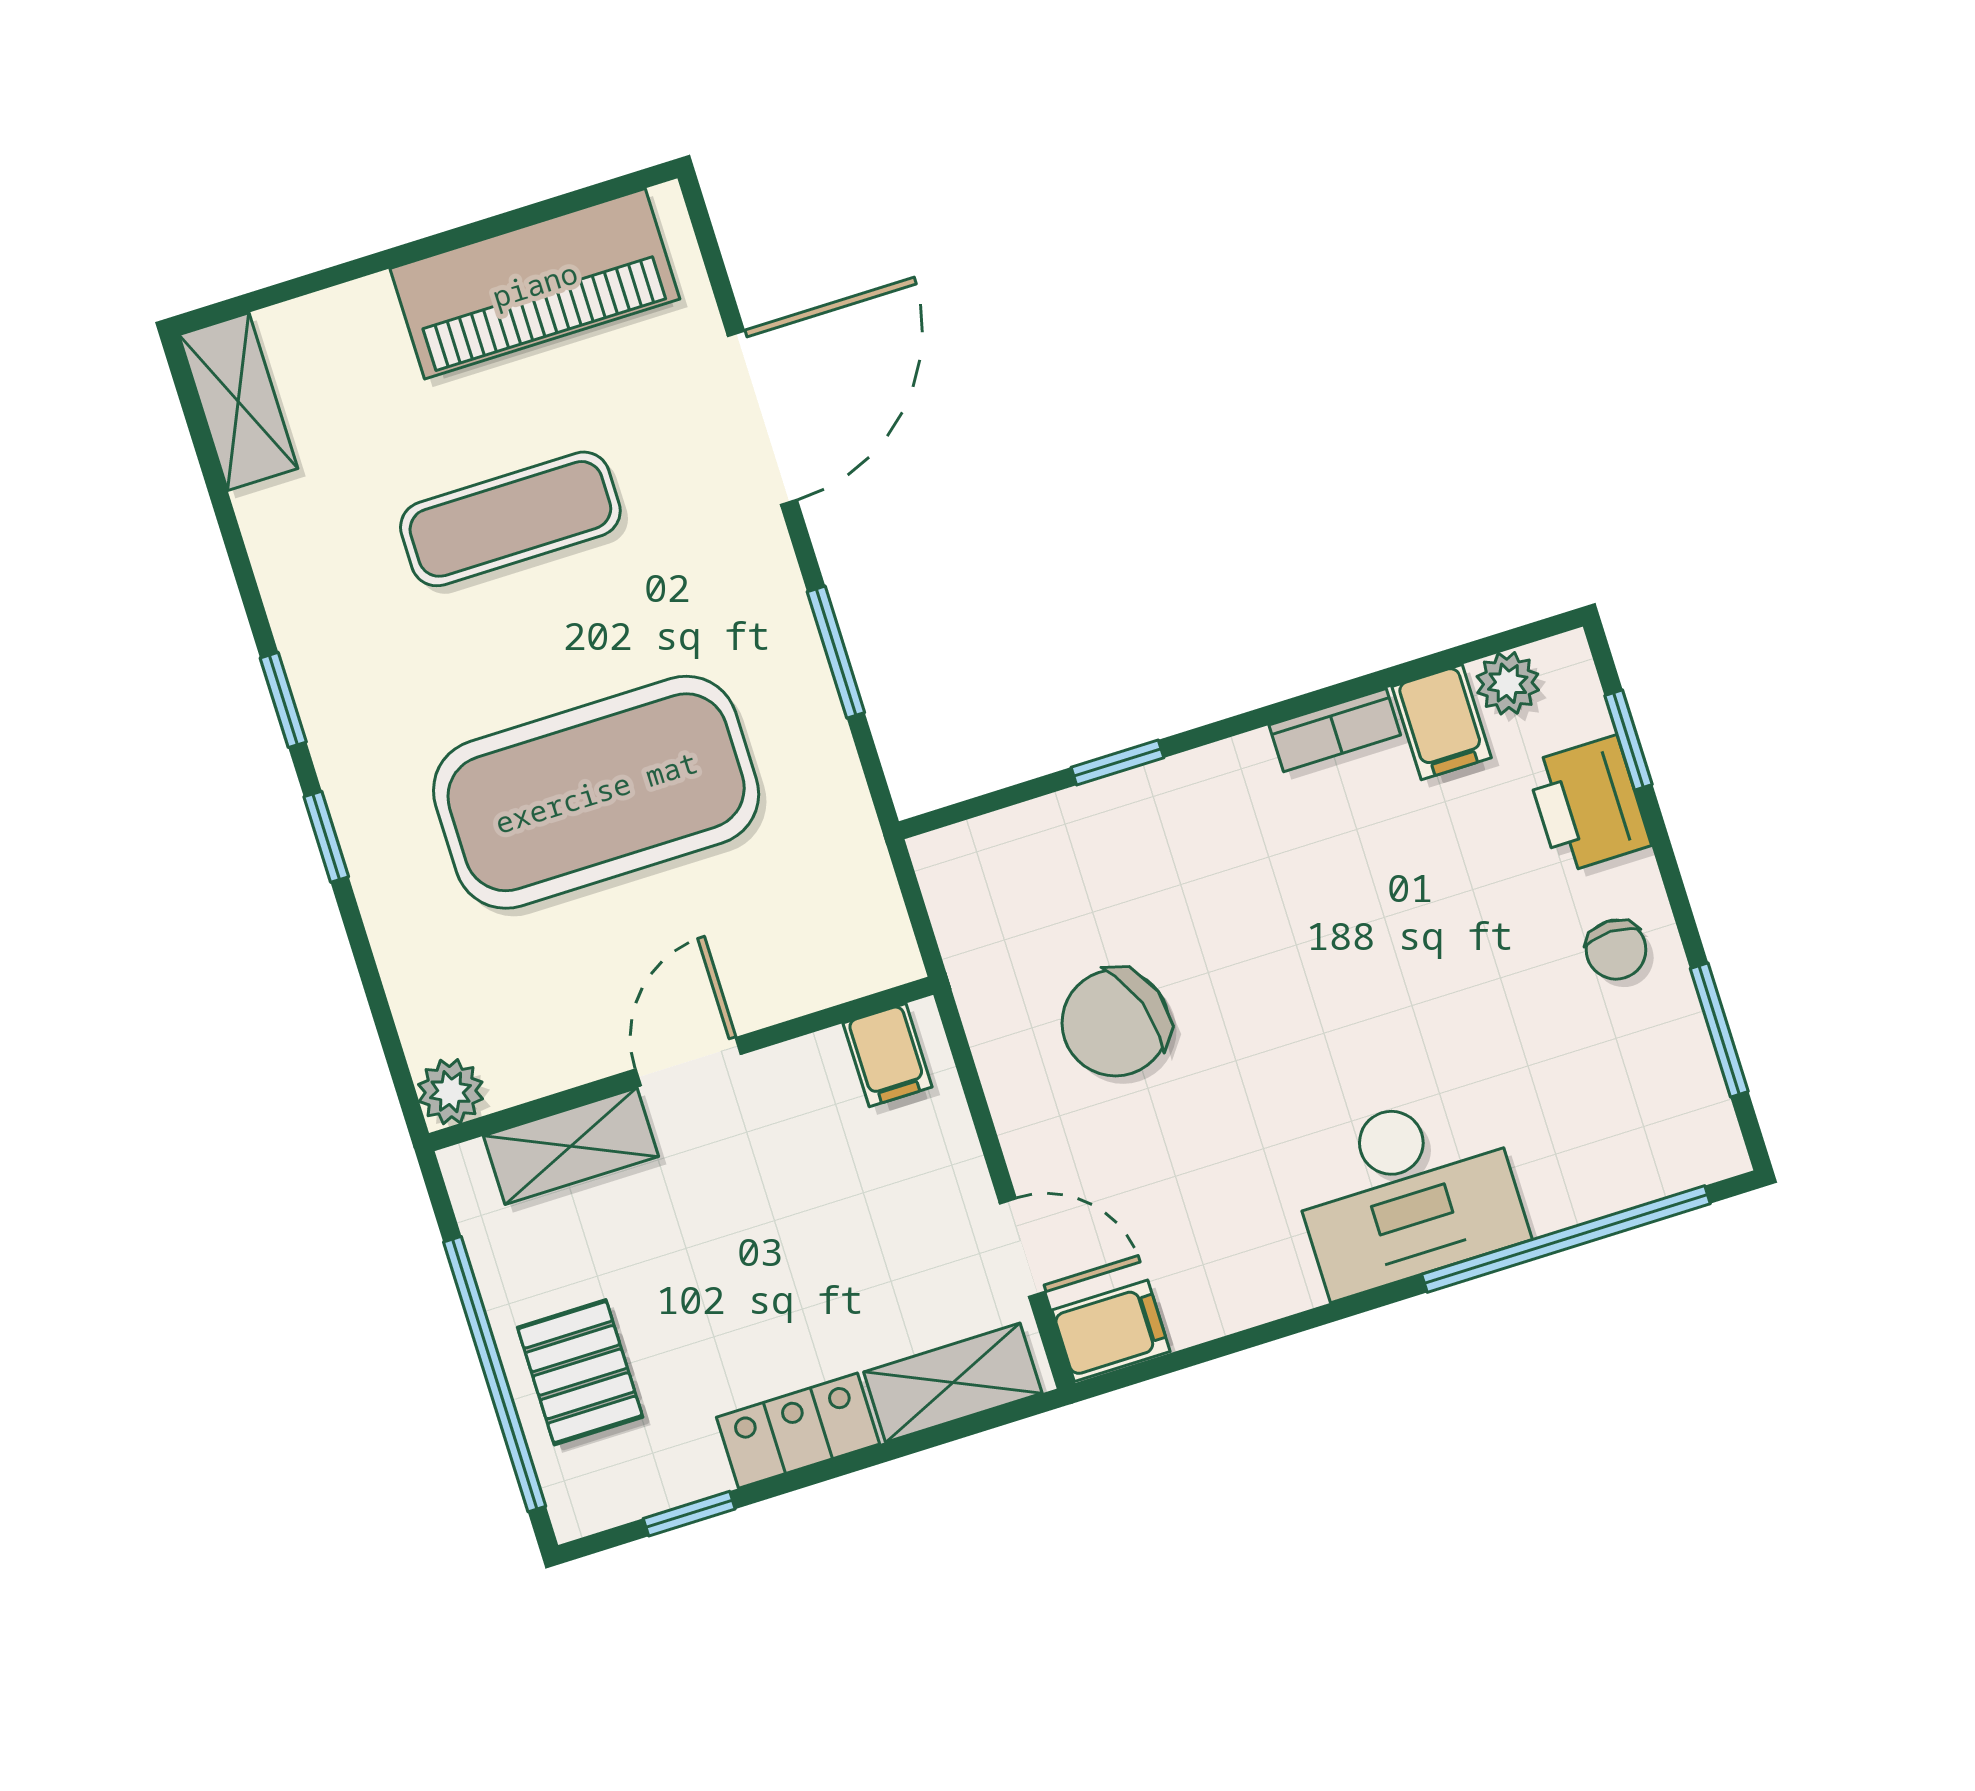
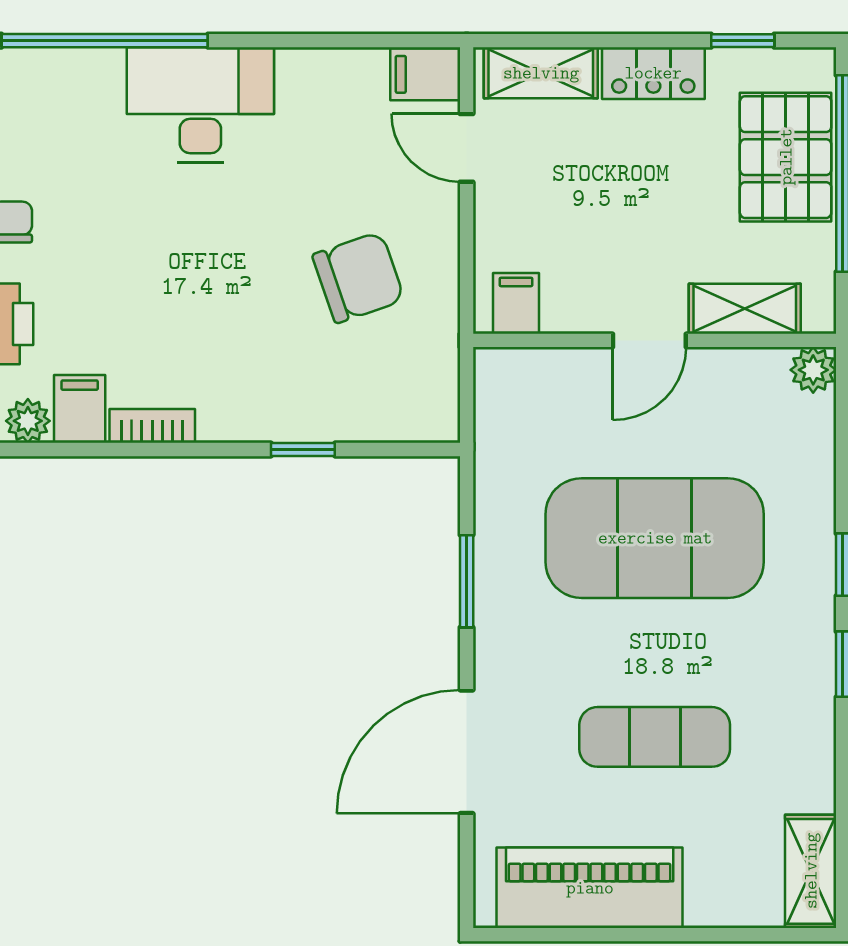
pallet: (580, 1372) -> (786, 157), width x1.50, depth x1.42

